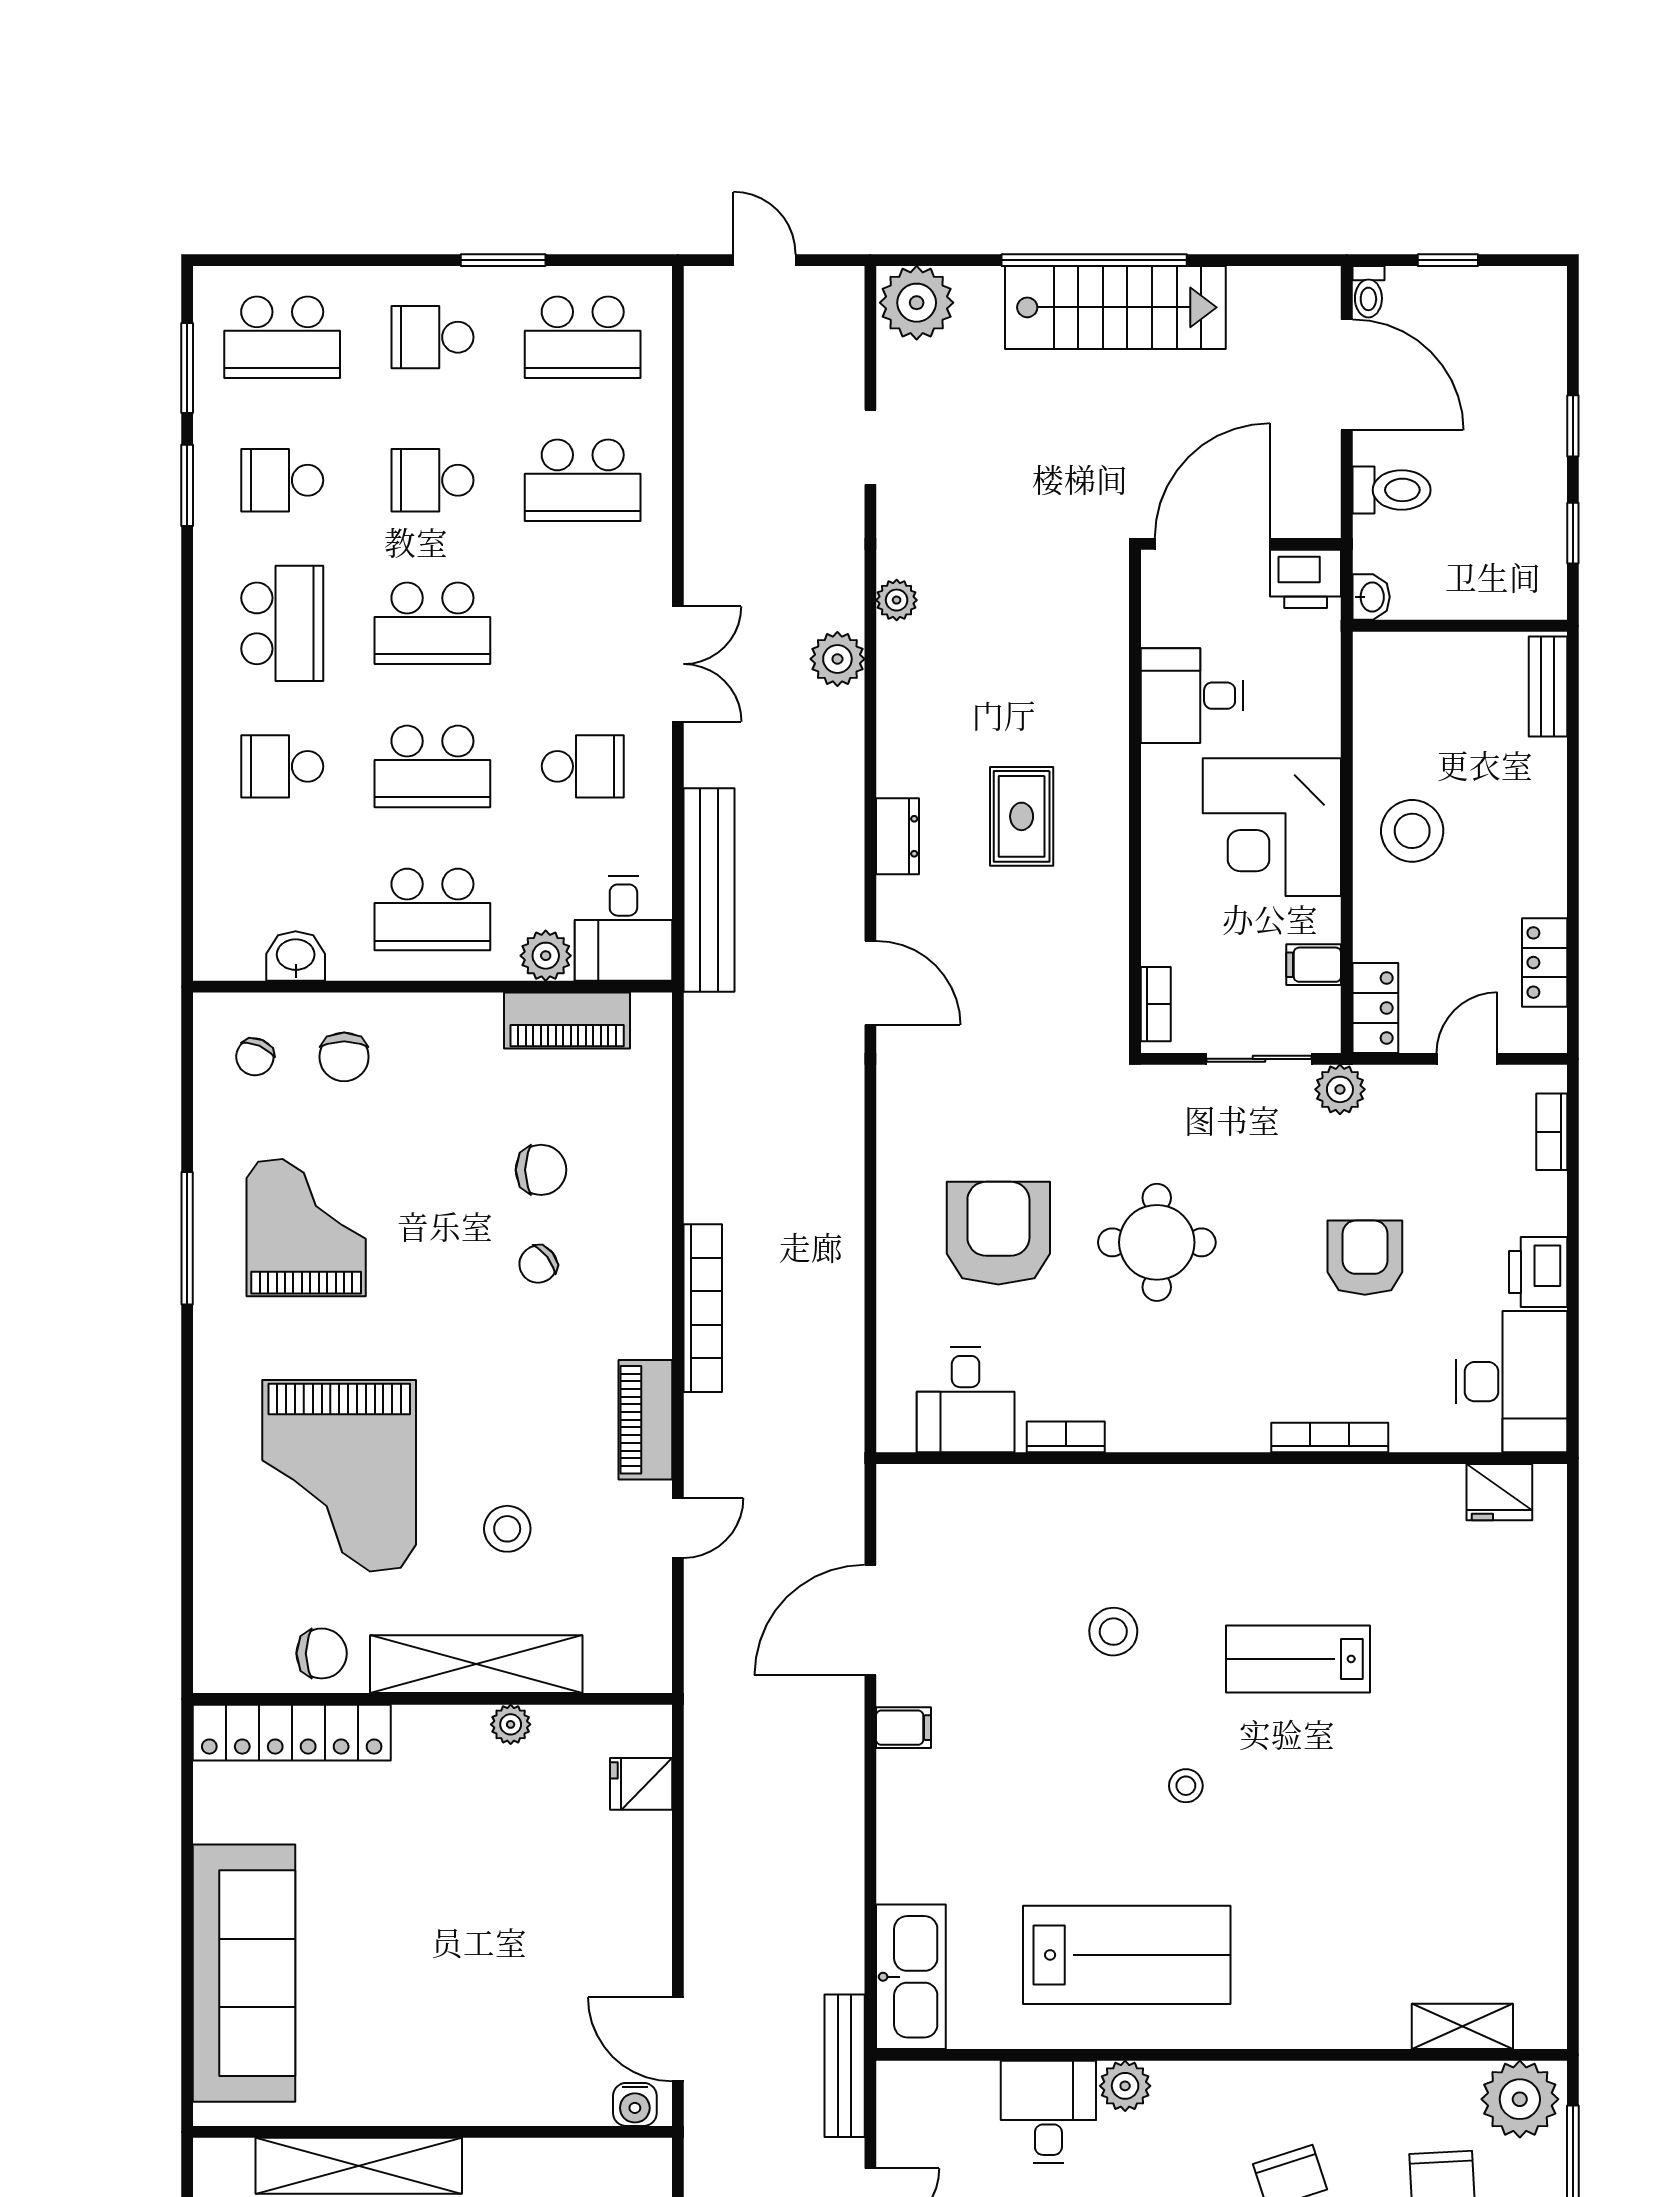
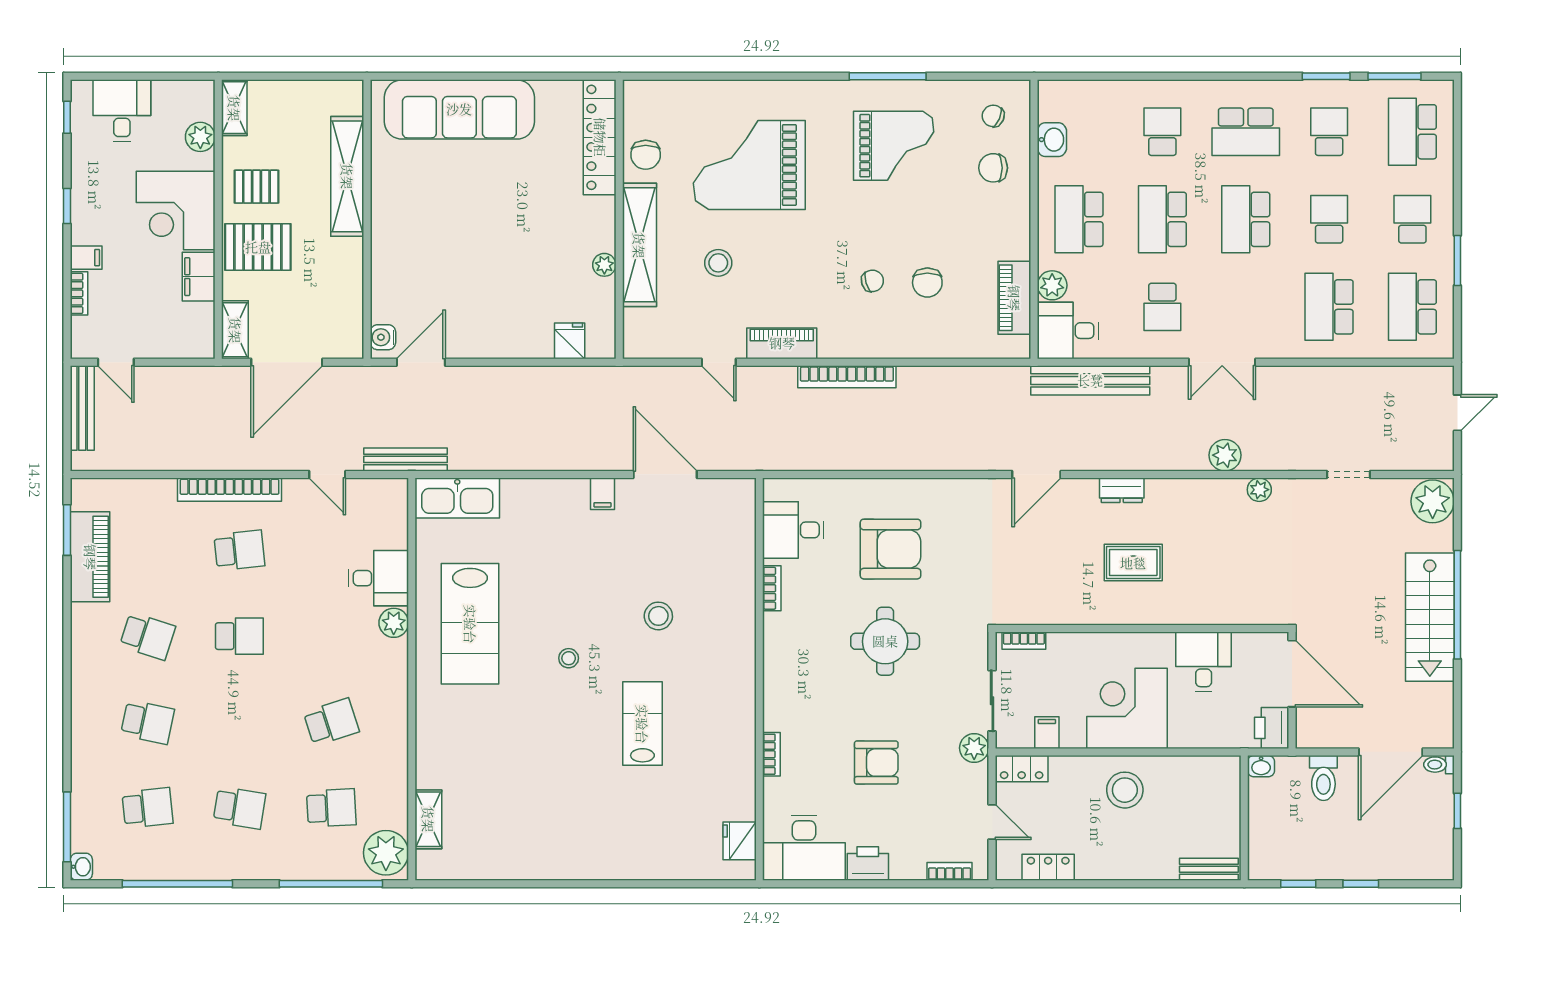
chair: (538, 1264) -> (872, 281), turned 111
bookcase: (1330, 1437) -> (771, 754), width x0.64

